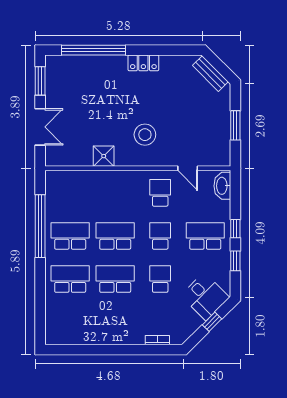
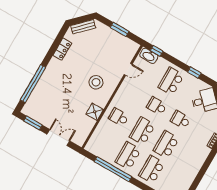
locker: (143, 63) -> (62, 49), moved
school desk: (160, 193) -> (119, 117), moved
window: (235, 229) -> (157, 51), moved

